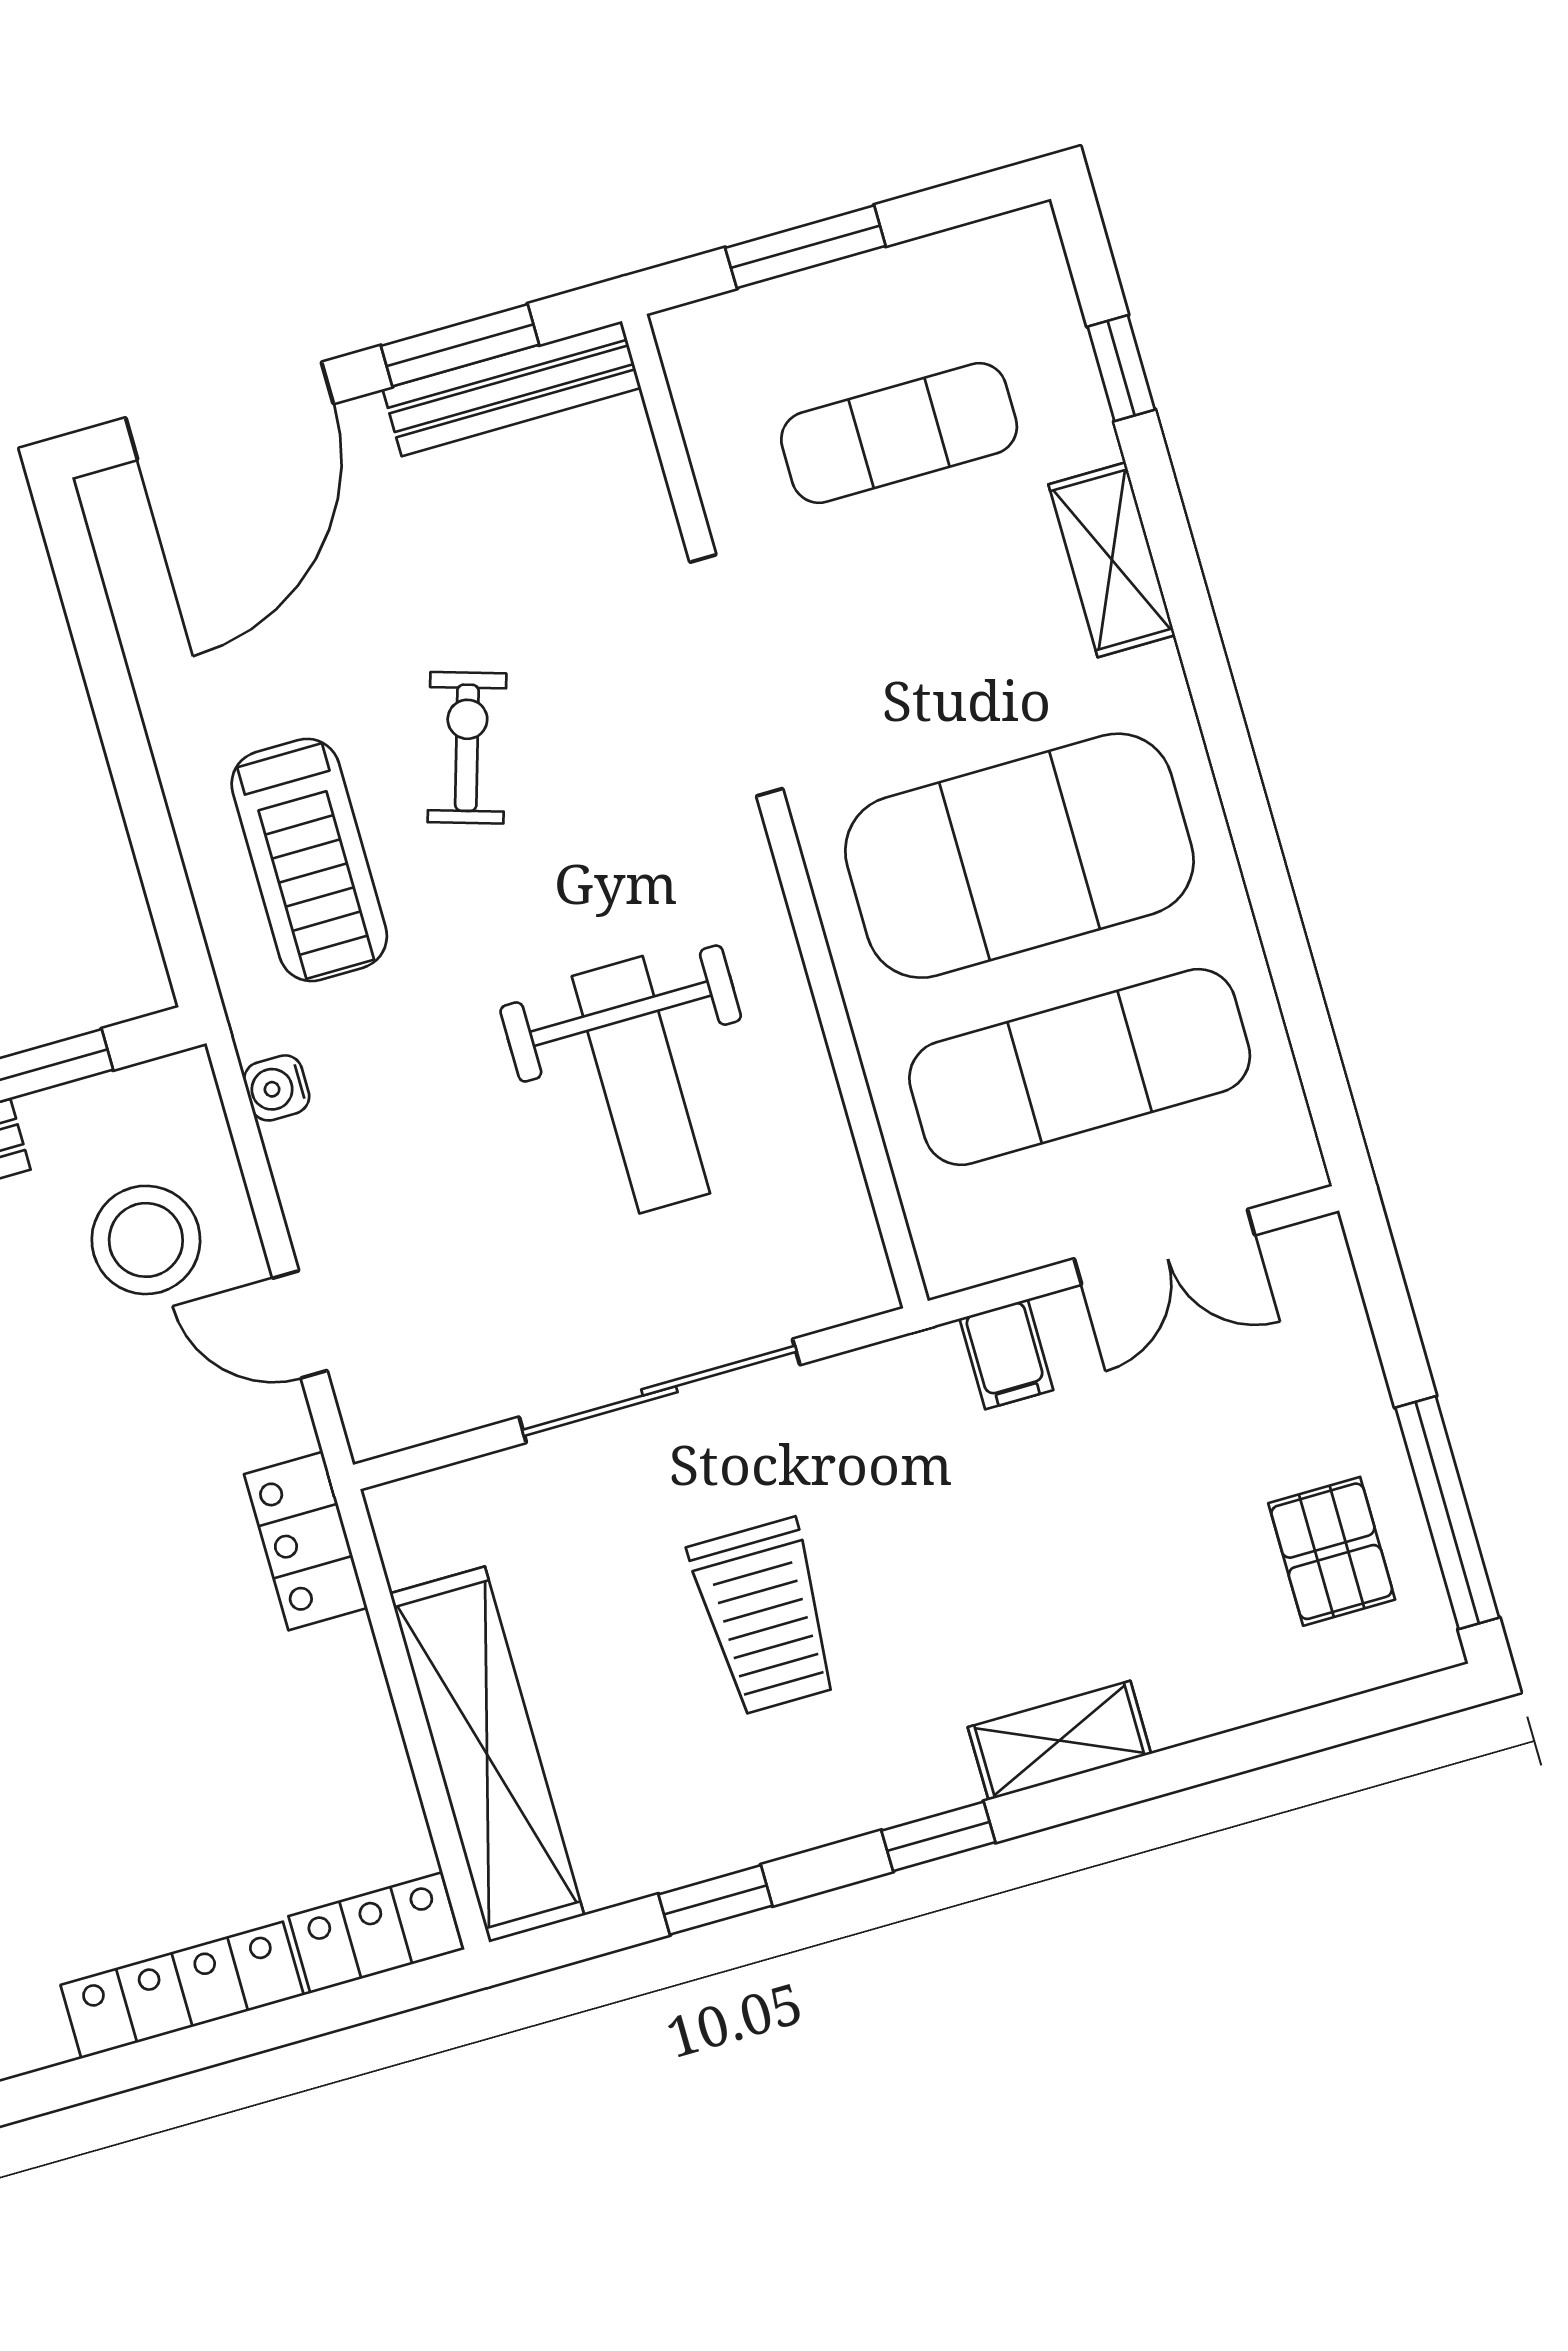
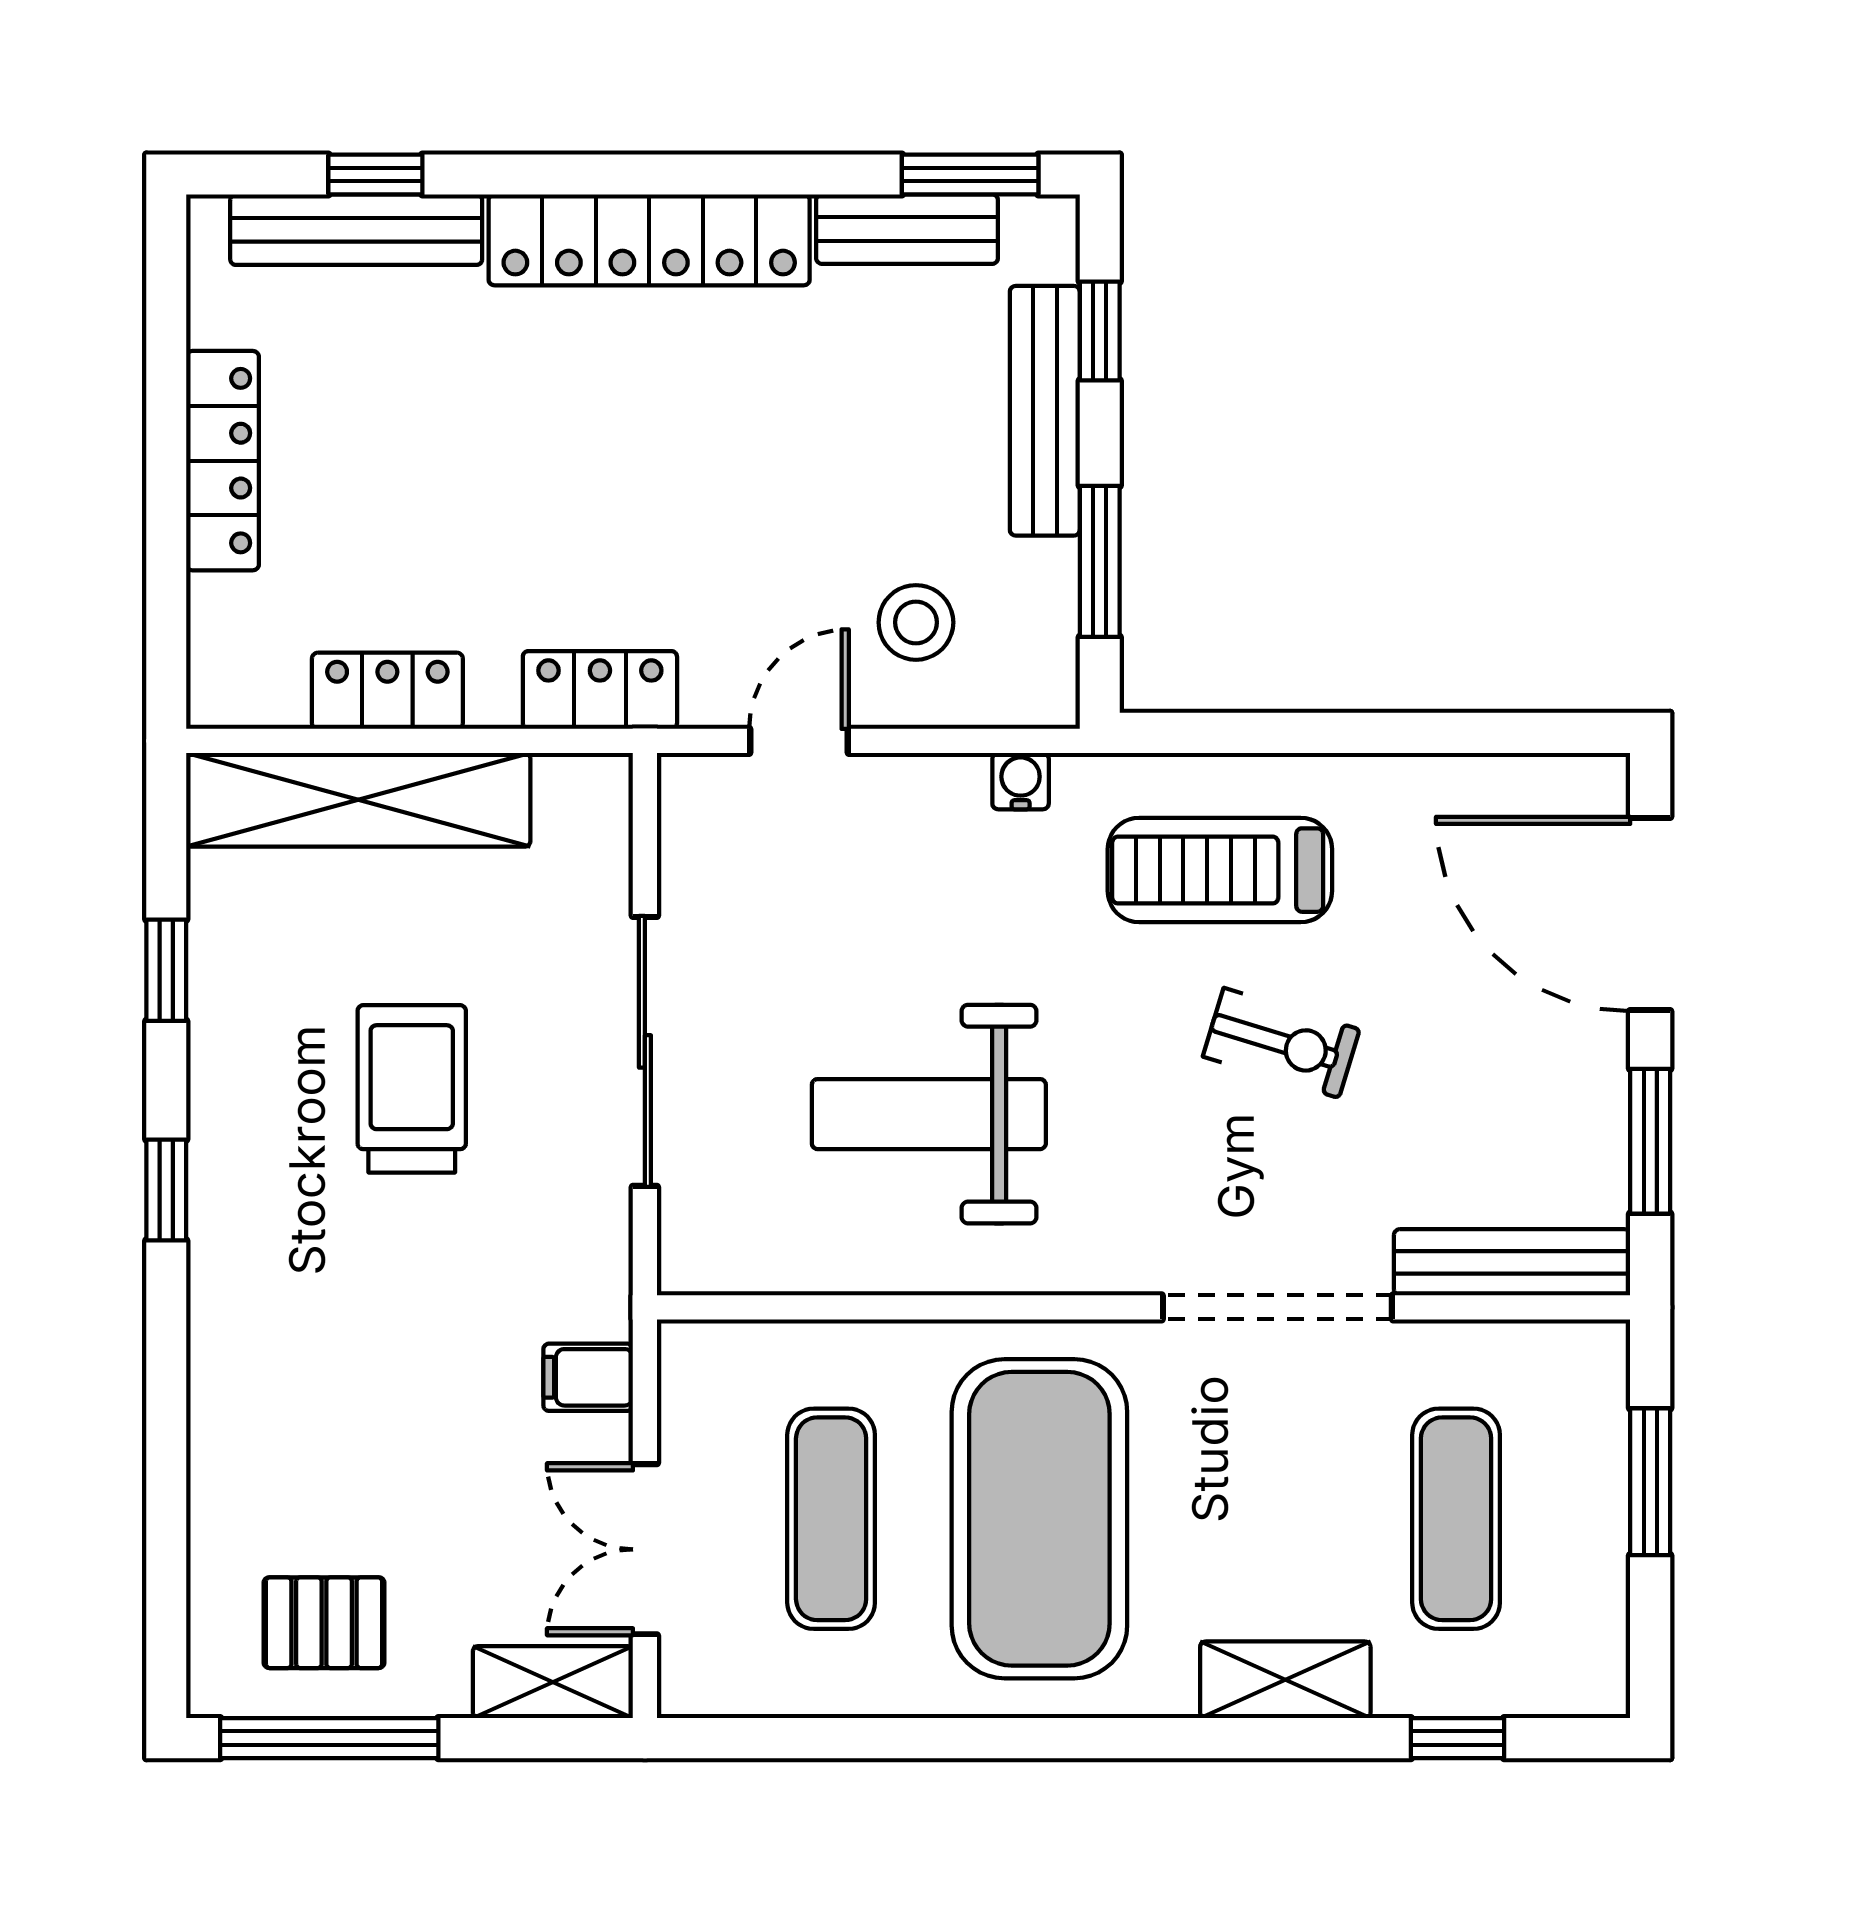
bench: (512, 389) -> (1512, 1262), moved, turned 90
exercise mat: (1080, 1067) -> (831, 1519), width x0.73, depth x0.69
stool: (146, 1240) -> (916, 622), width x0.73, depth x0.73
trolley: (765, 1617) -> (412, 1089), turned 90
shelving: (1059, 1740) -> (553, 1682), moved, turned 90
locker: (376, 1933) -> (387, 691), moved, turned -90

